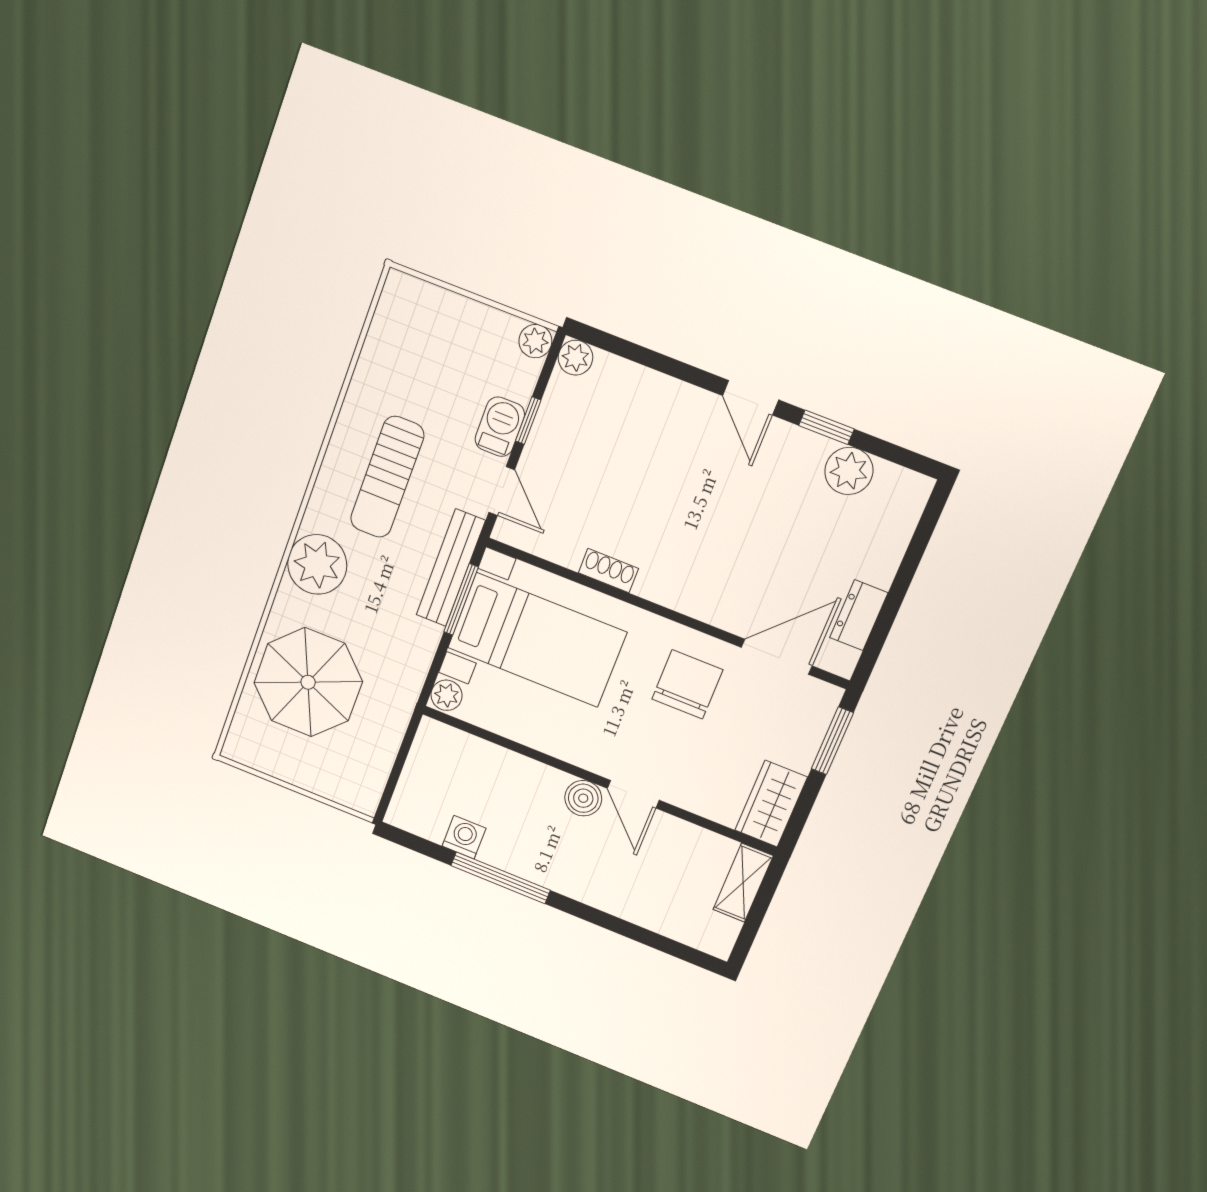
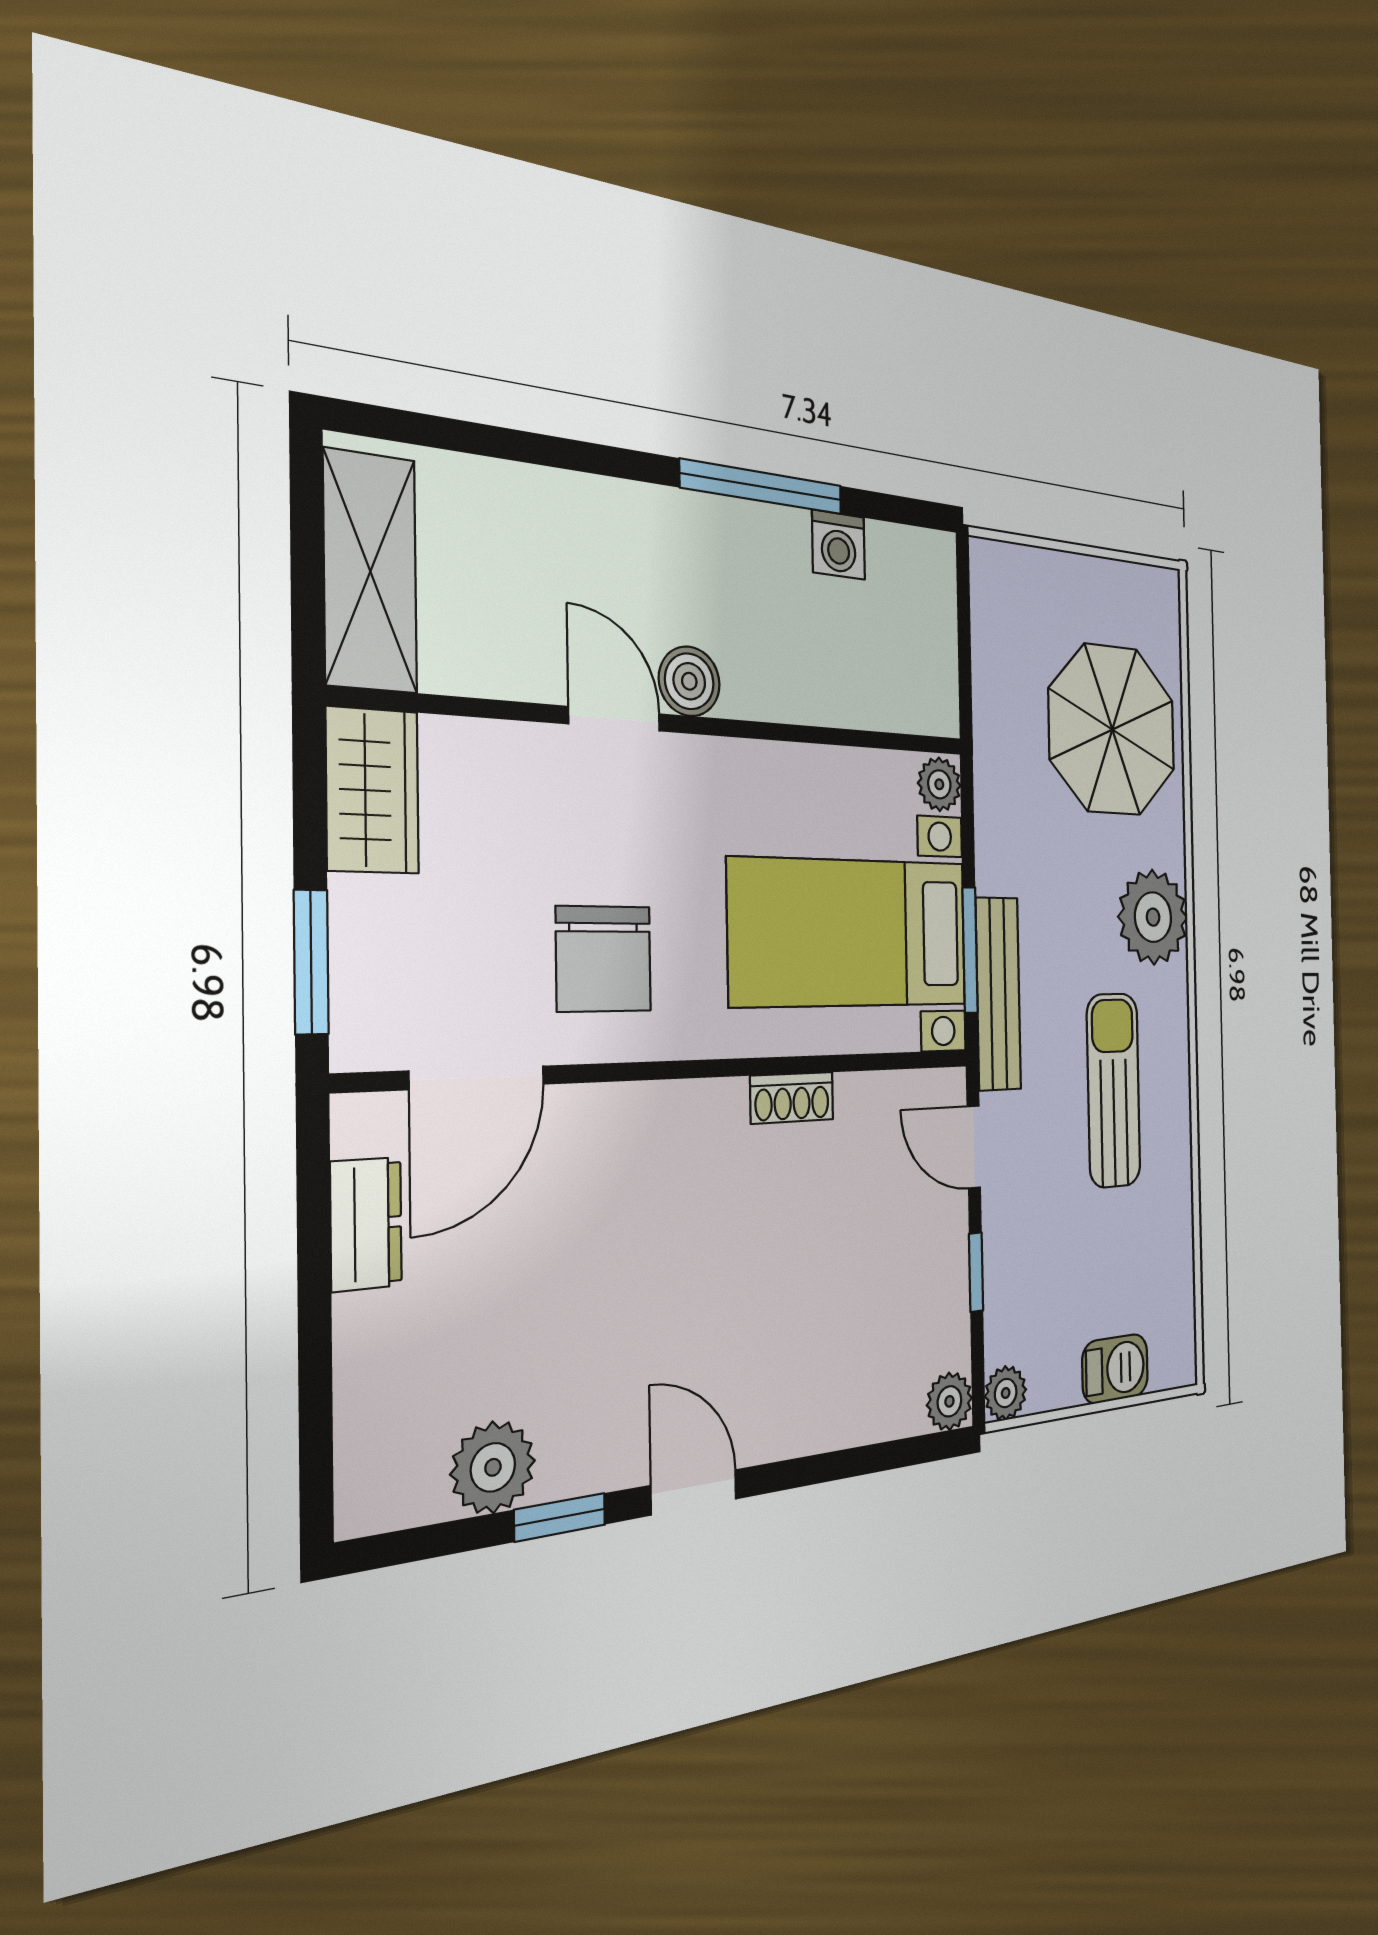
barbecue: (500, 427) -> (1115, 1369), moved, turned -90
shelving: (743, 883) -> (370, 571), width x1.50, depth x1.33

